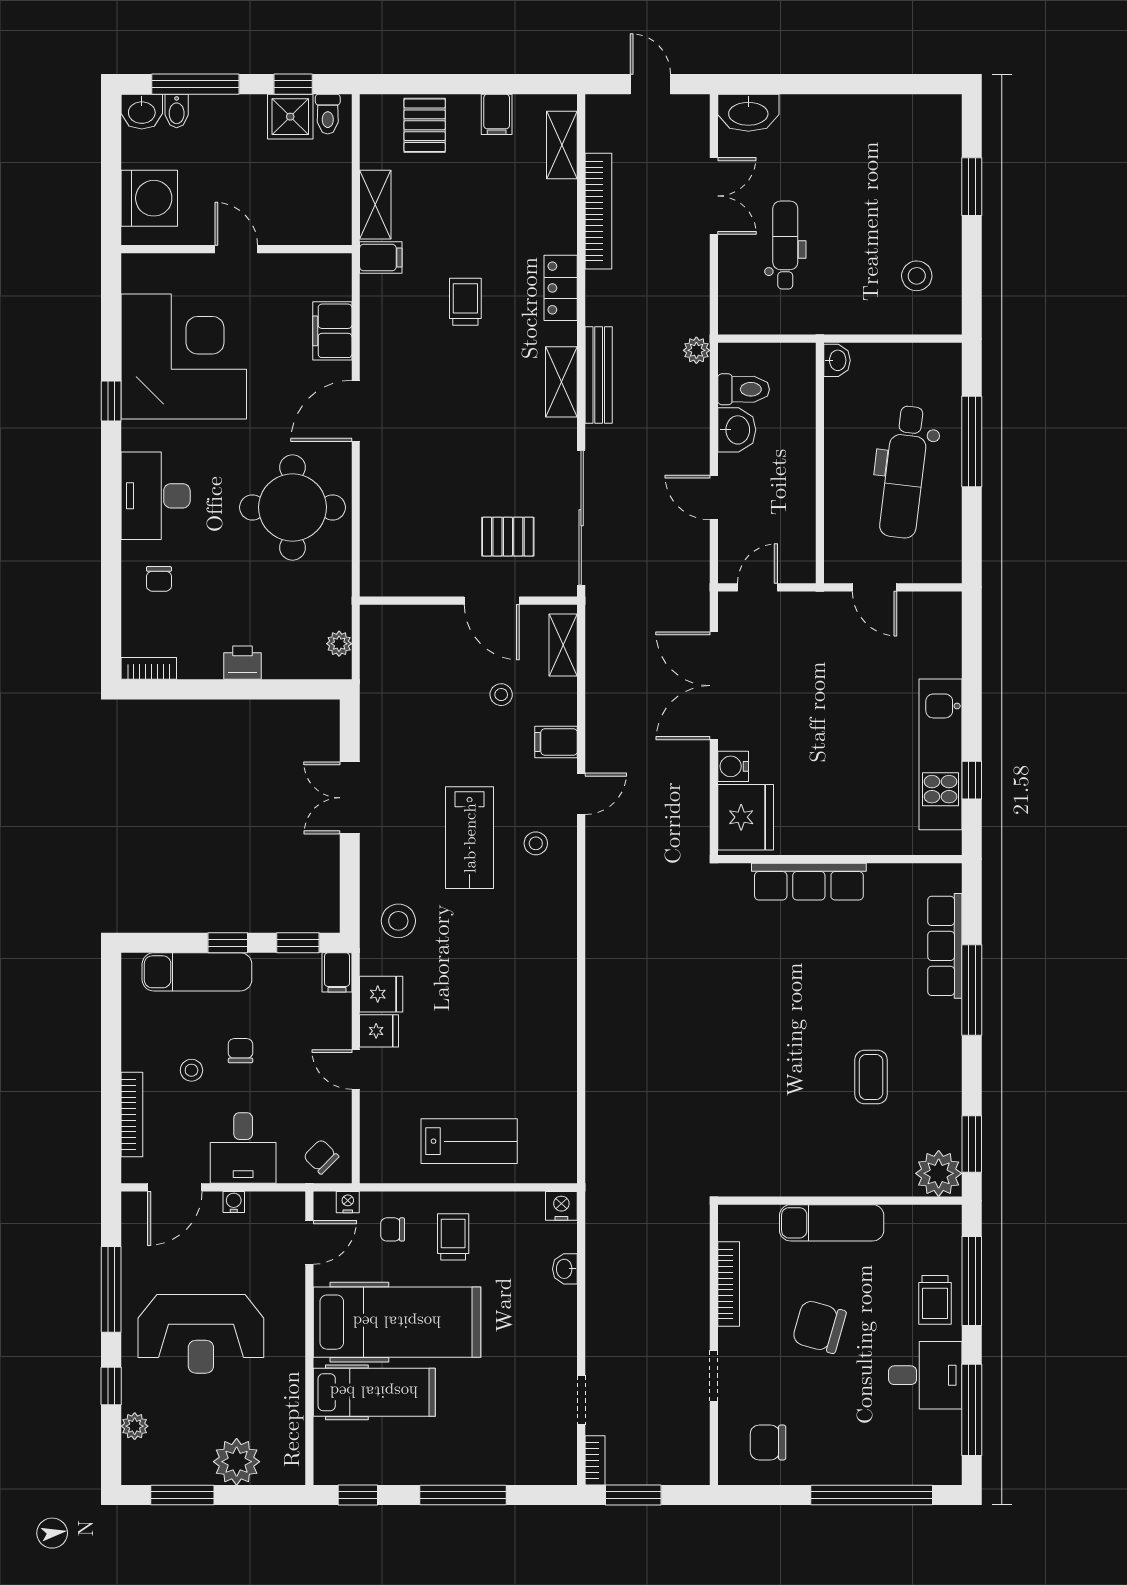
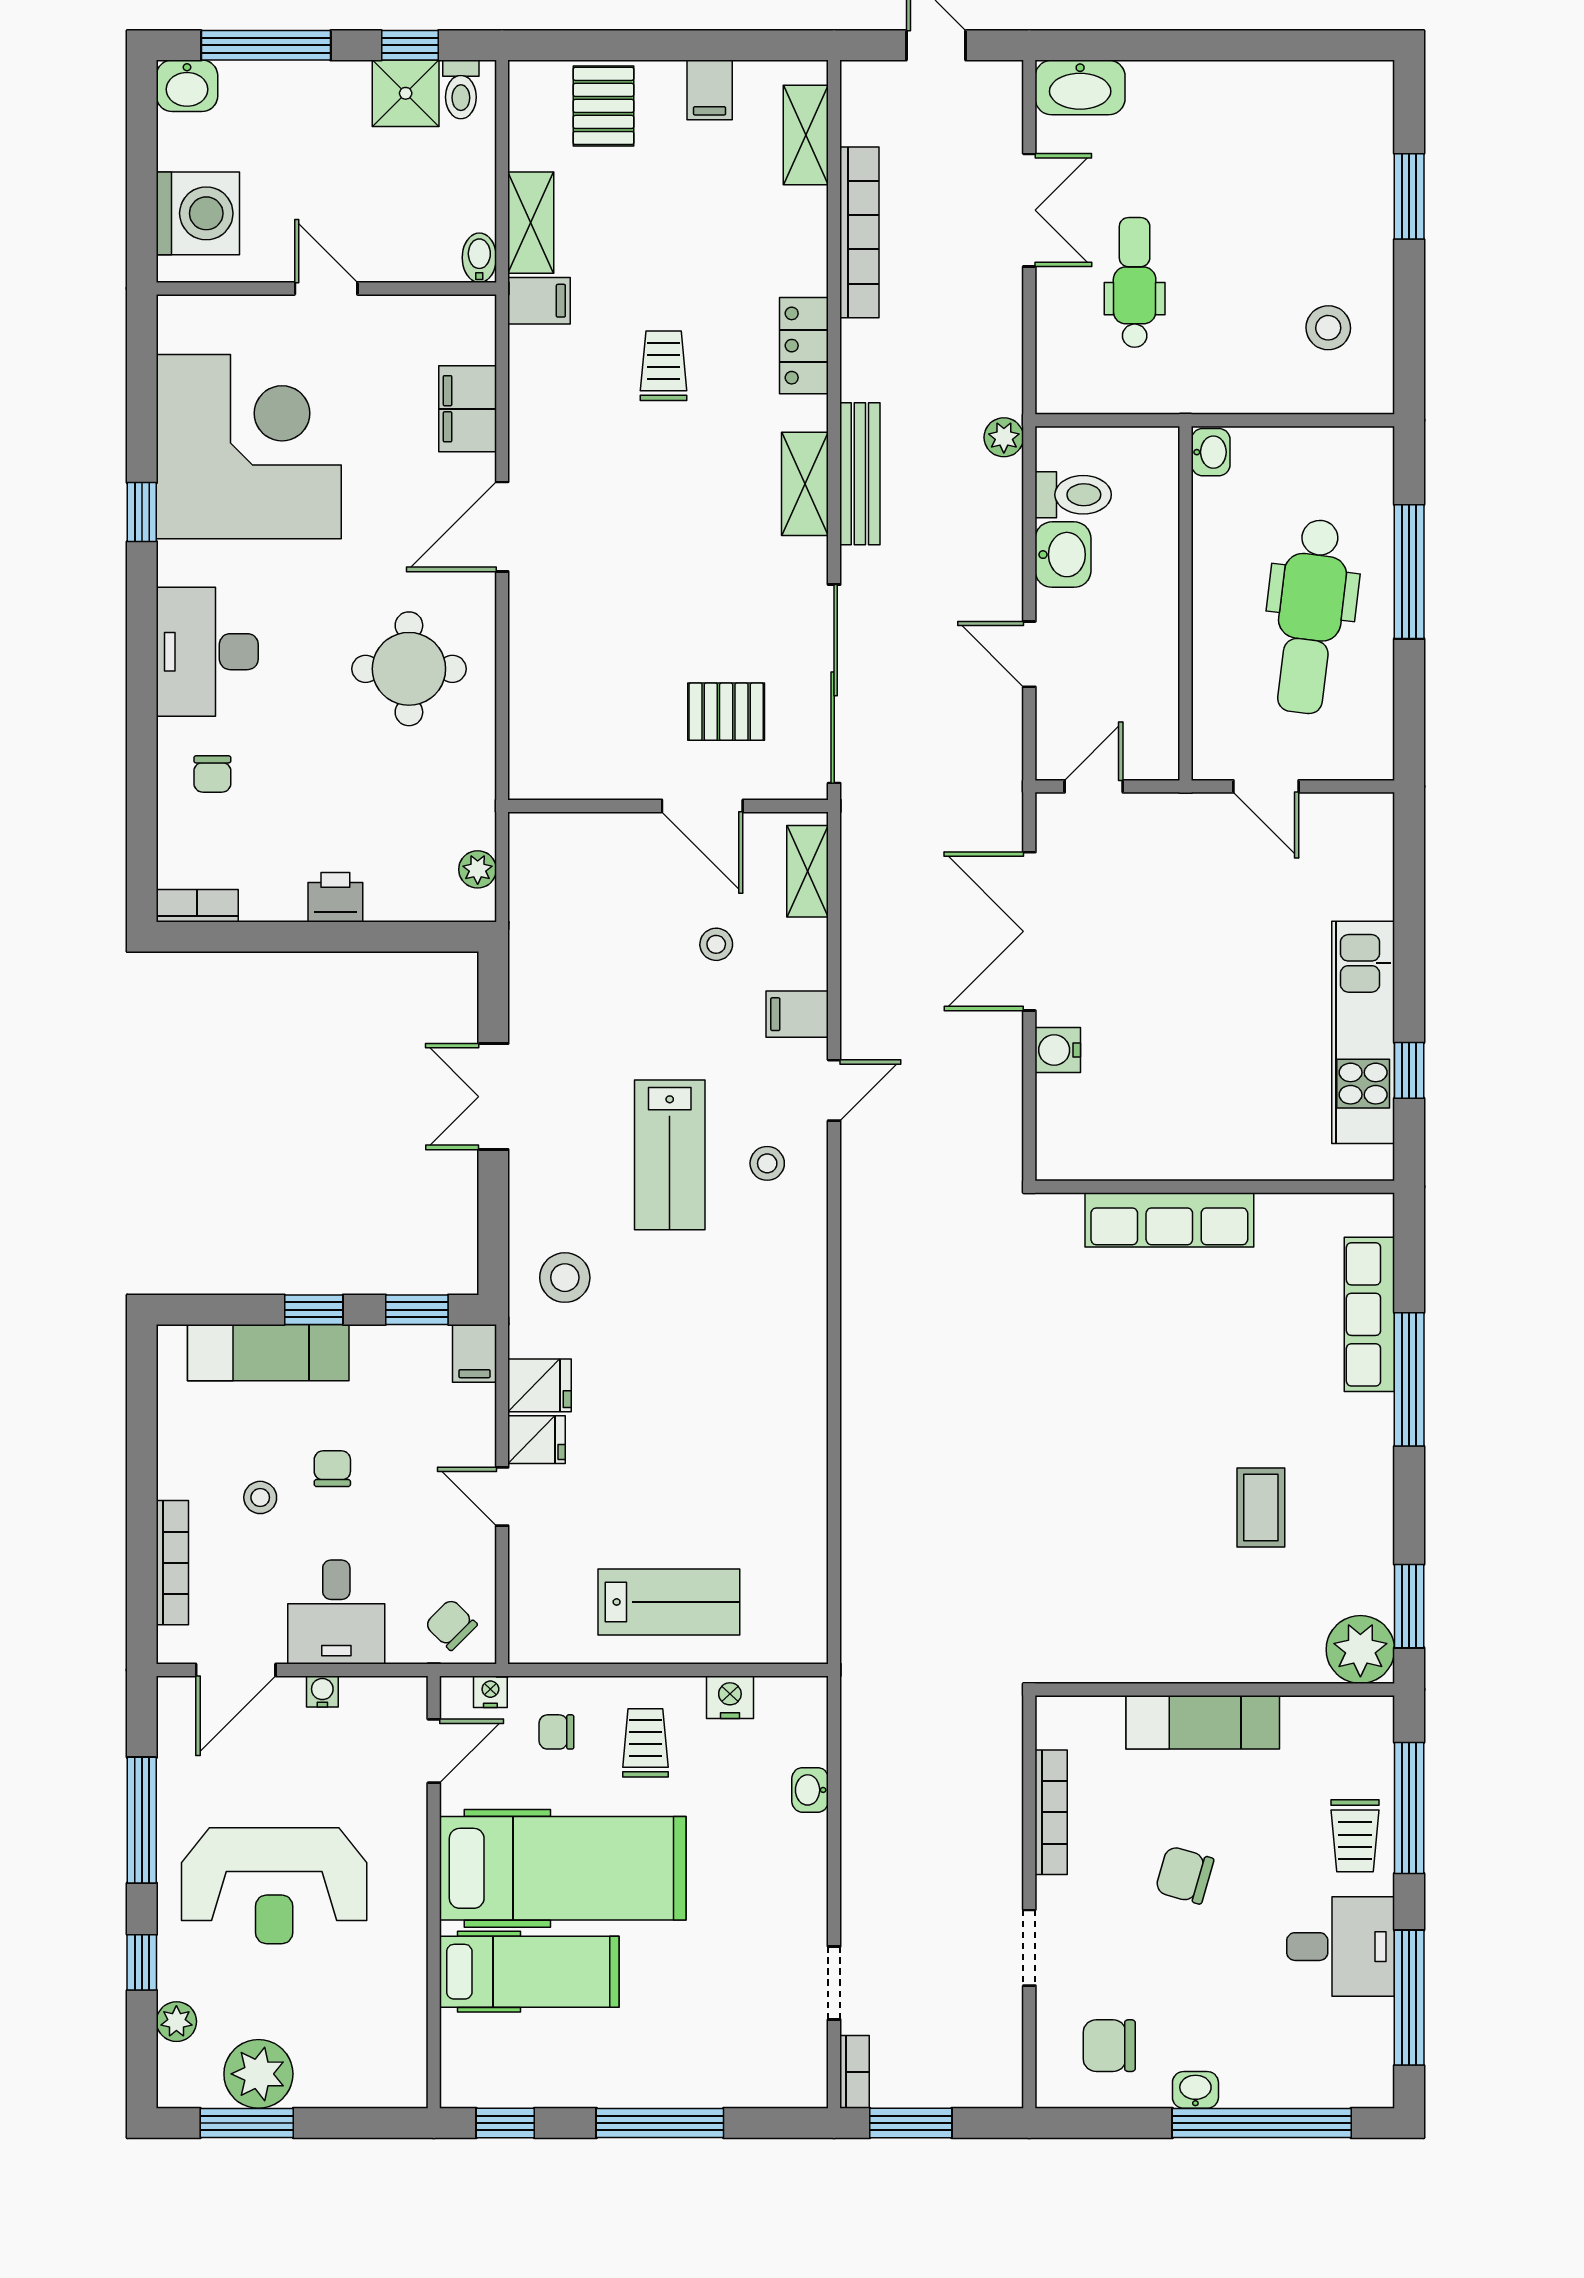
bidet: (177, 111) -> (479, 258), moved, turned 180
round table: (292, 507) -> (409, 669), width x0.73, depth x0.73
fridge: (746, 817) -> (1076, 1125), removed
nightstand: (561, 1206) -> (730, 1697), moved
chair: (819, 1327) -> (1184, 1875), width x0.73, depth x0.73
plant: (237, 1462) -> (258, 2074), moved
washbasin: (827, 1473) -> (1195, 2090), added

